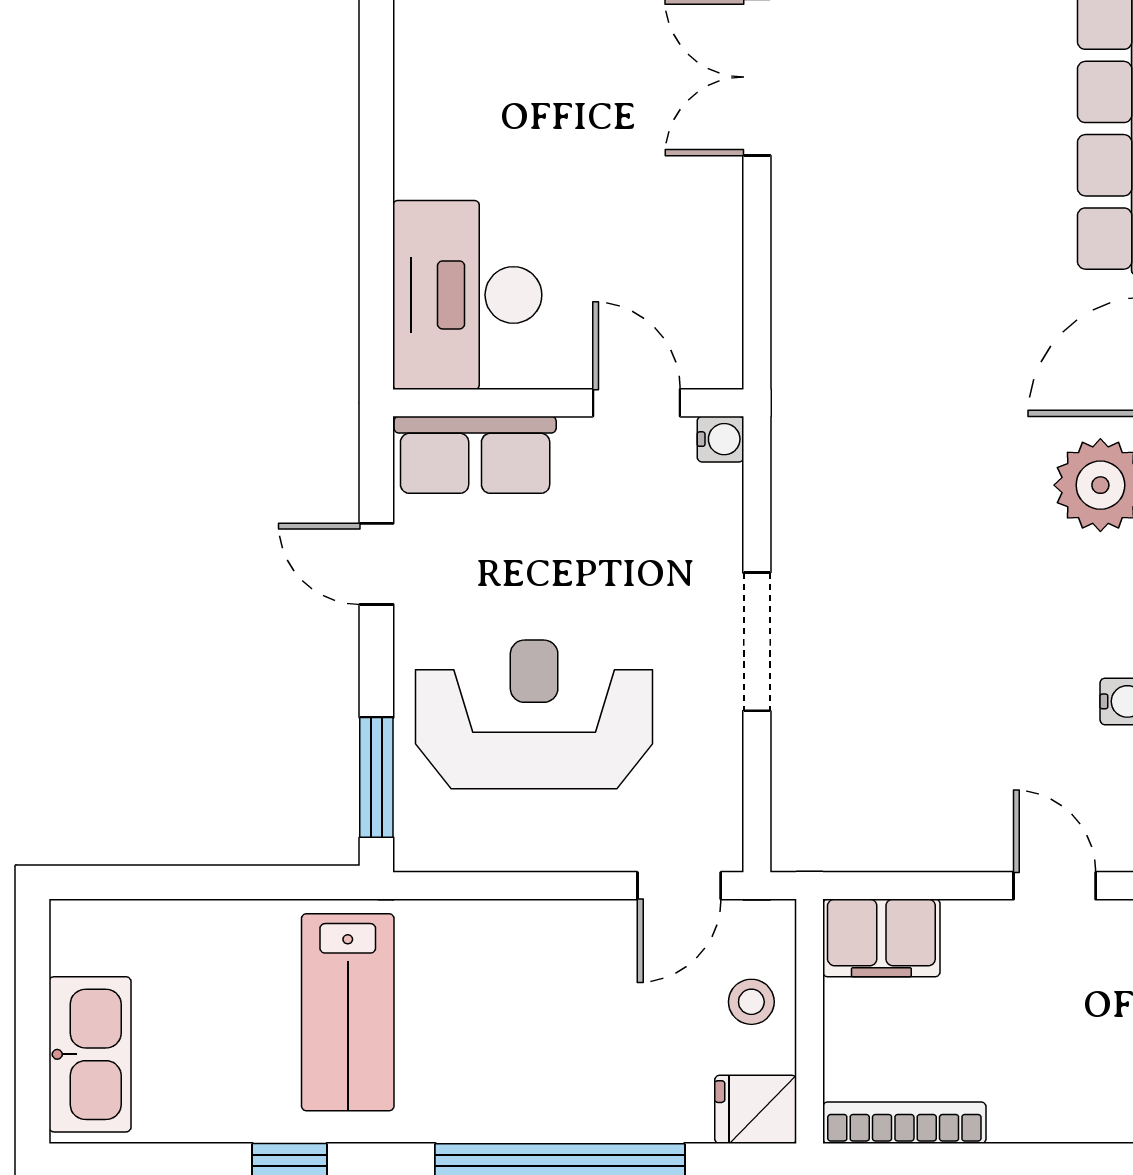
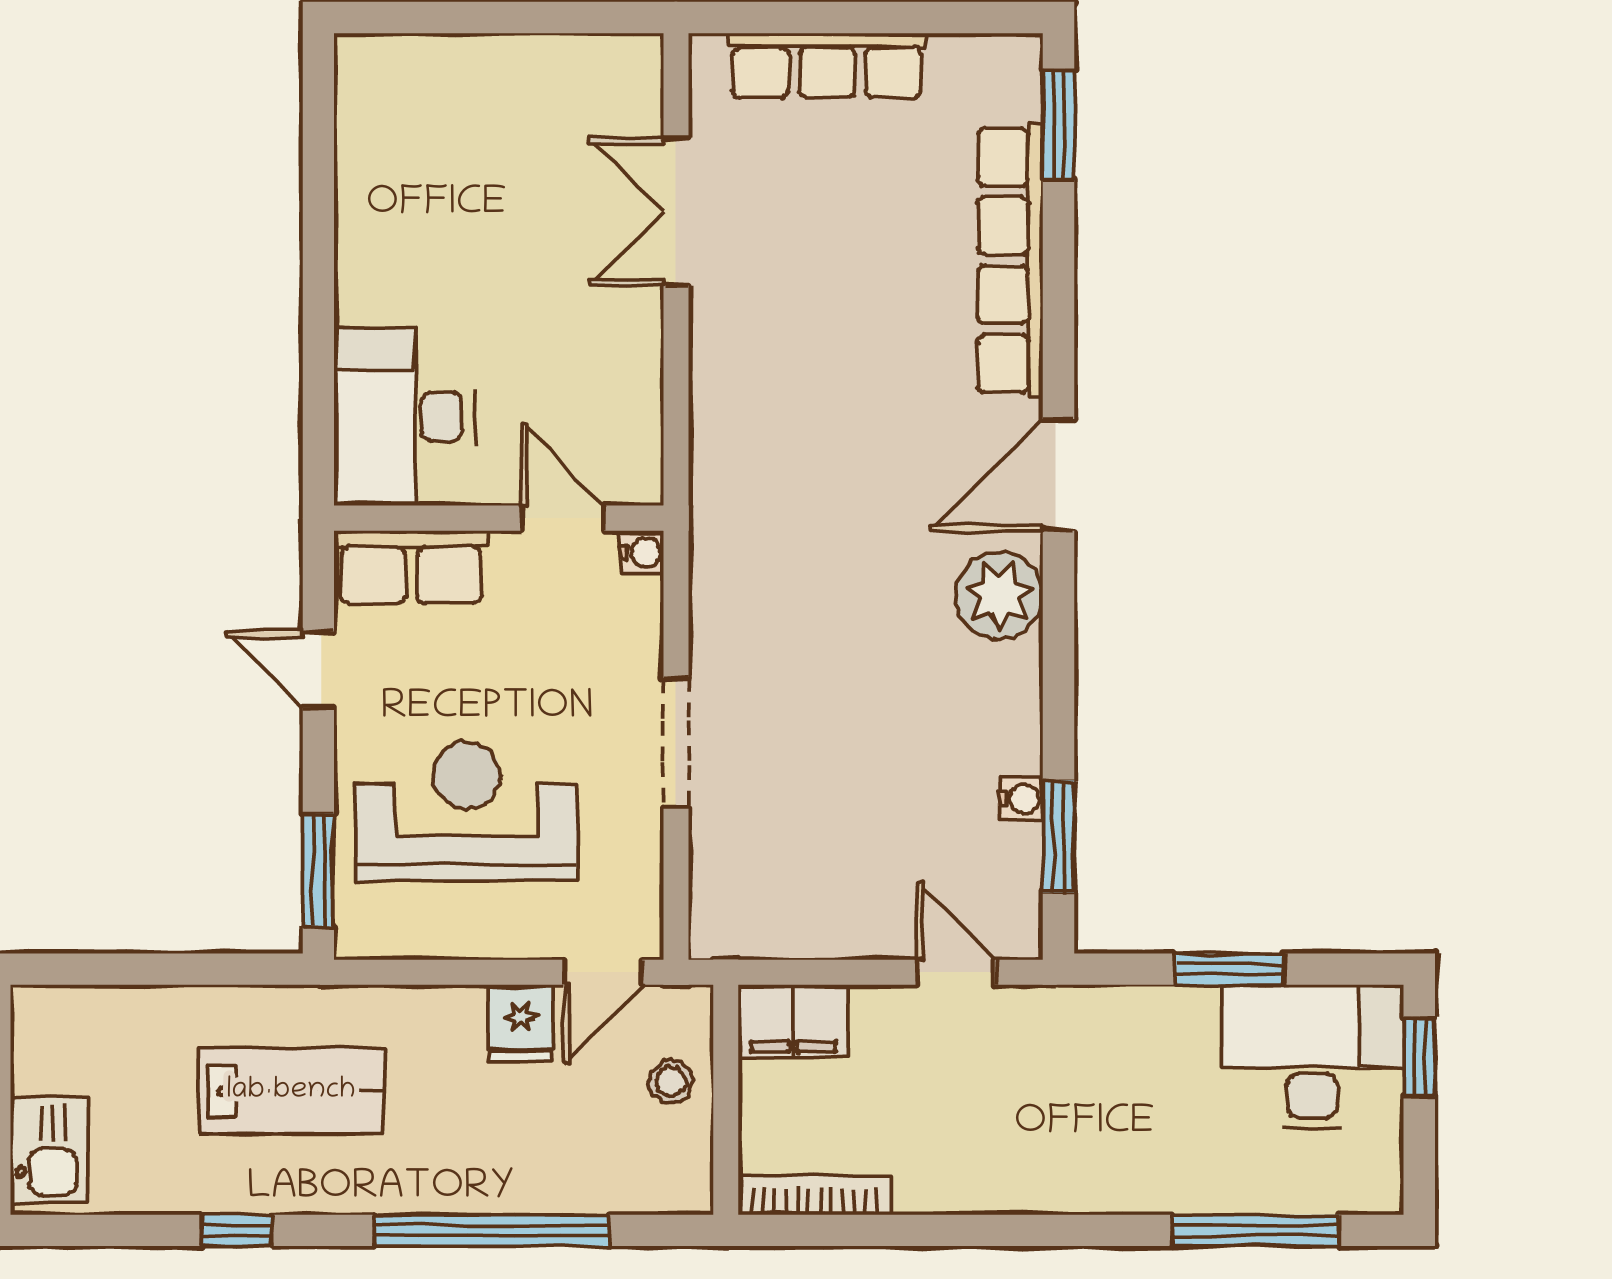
lab bench: (348, 1012) -> (291, 1091), turned -90
kitchen sink: (90, 1054) -> (49, 1151), width x0.73
fridge: (756, 1109) -> (520, 1023), moved, turned -90

